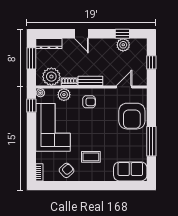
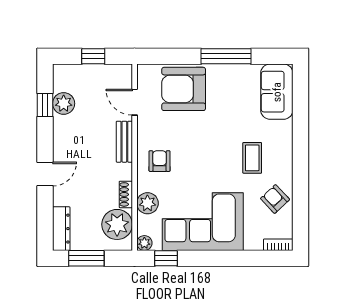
bench: (90, 81) -> (124, 142), moved
armchair: (132, 116) -> (184, 89), turned 180

